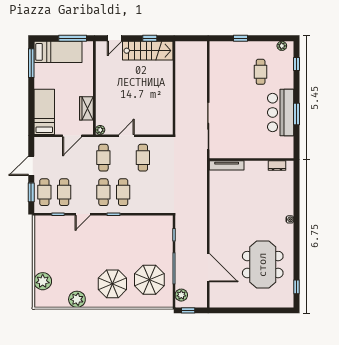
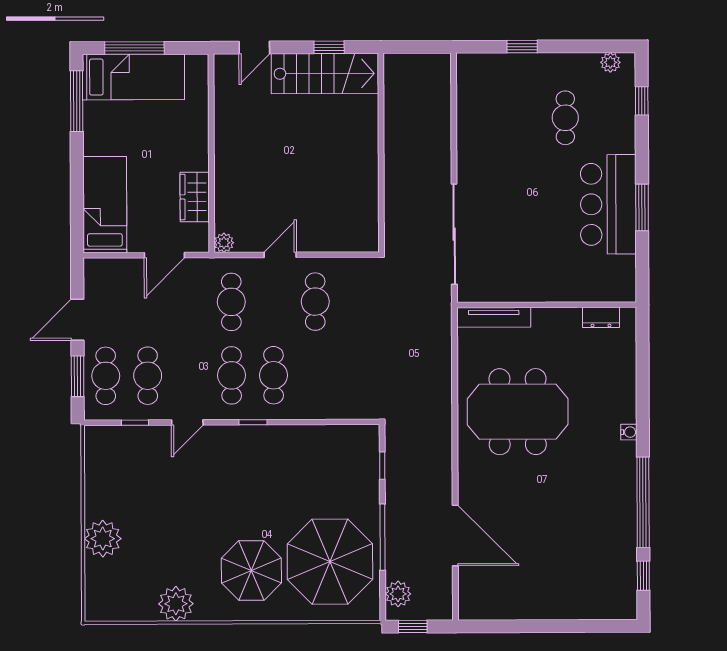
window: (73, 38) -> (134, 48), moved
window: (296, 252) -> (643, 502), added
meeting table: (263, 265) -> (518, 412), moved, turned 90
parasol: (149, 280) -> (330, 562), width x1.36, depth x1.36
plant: (43, 281) -> (103, 539), moved

